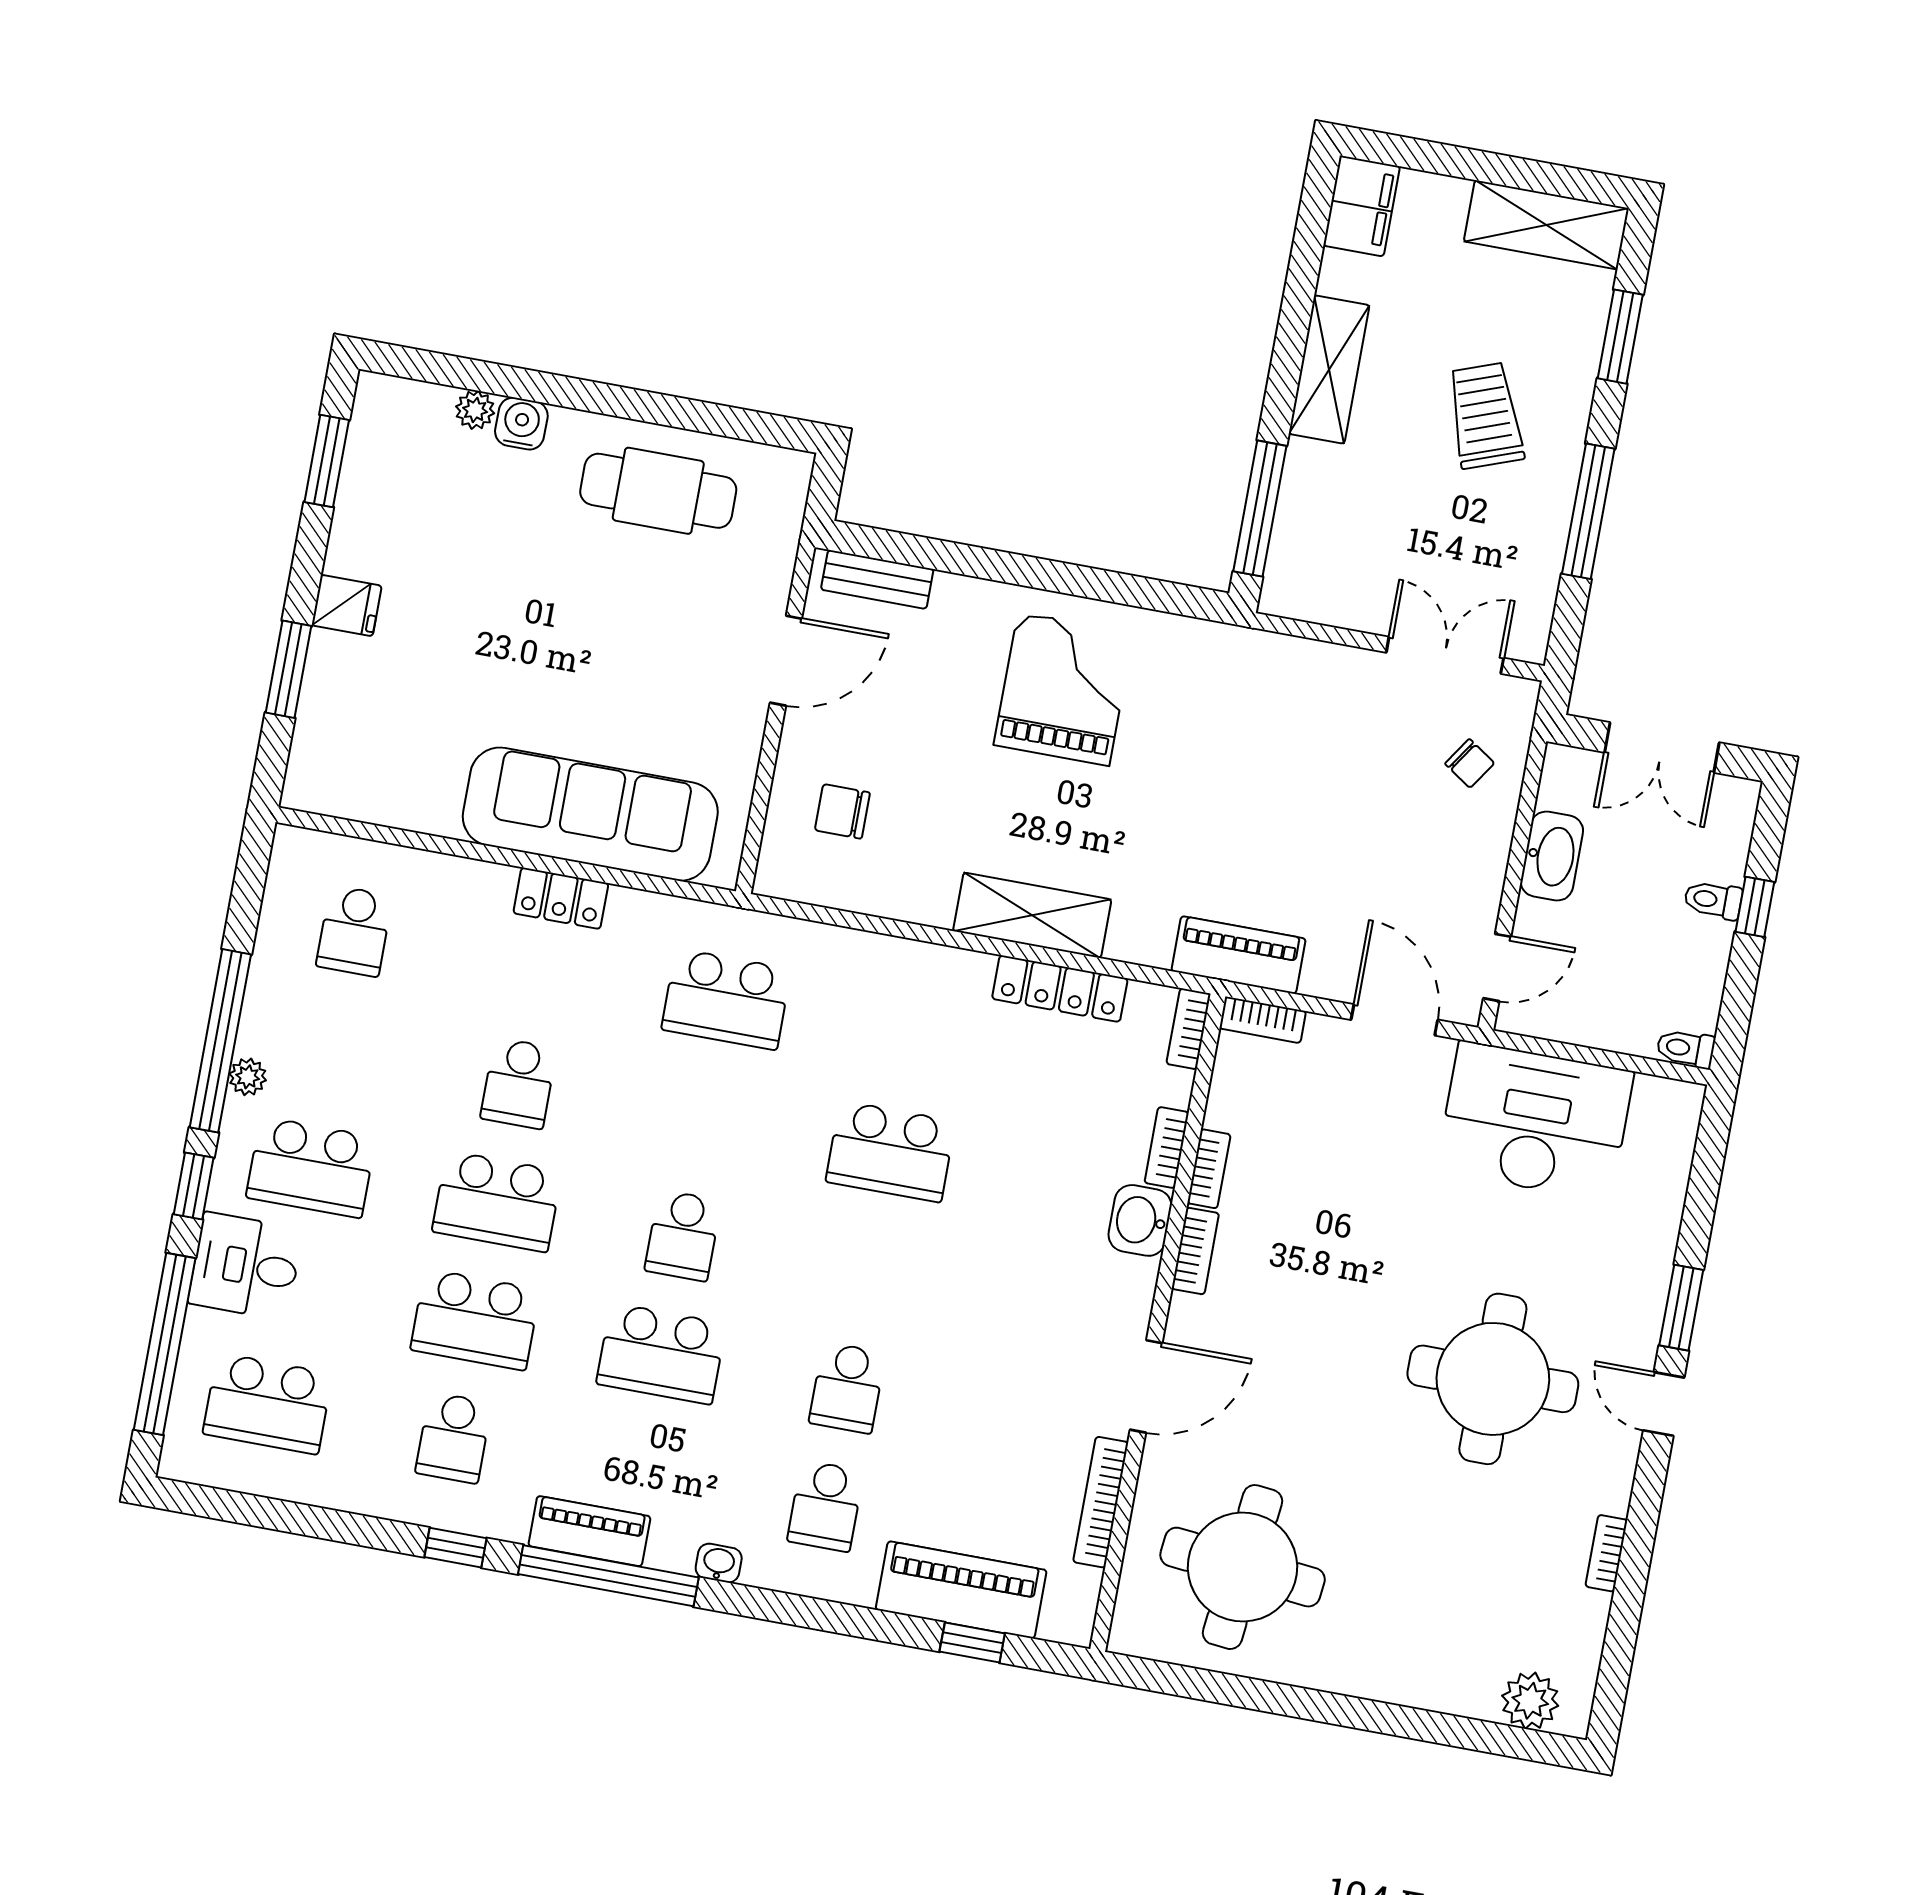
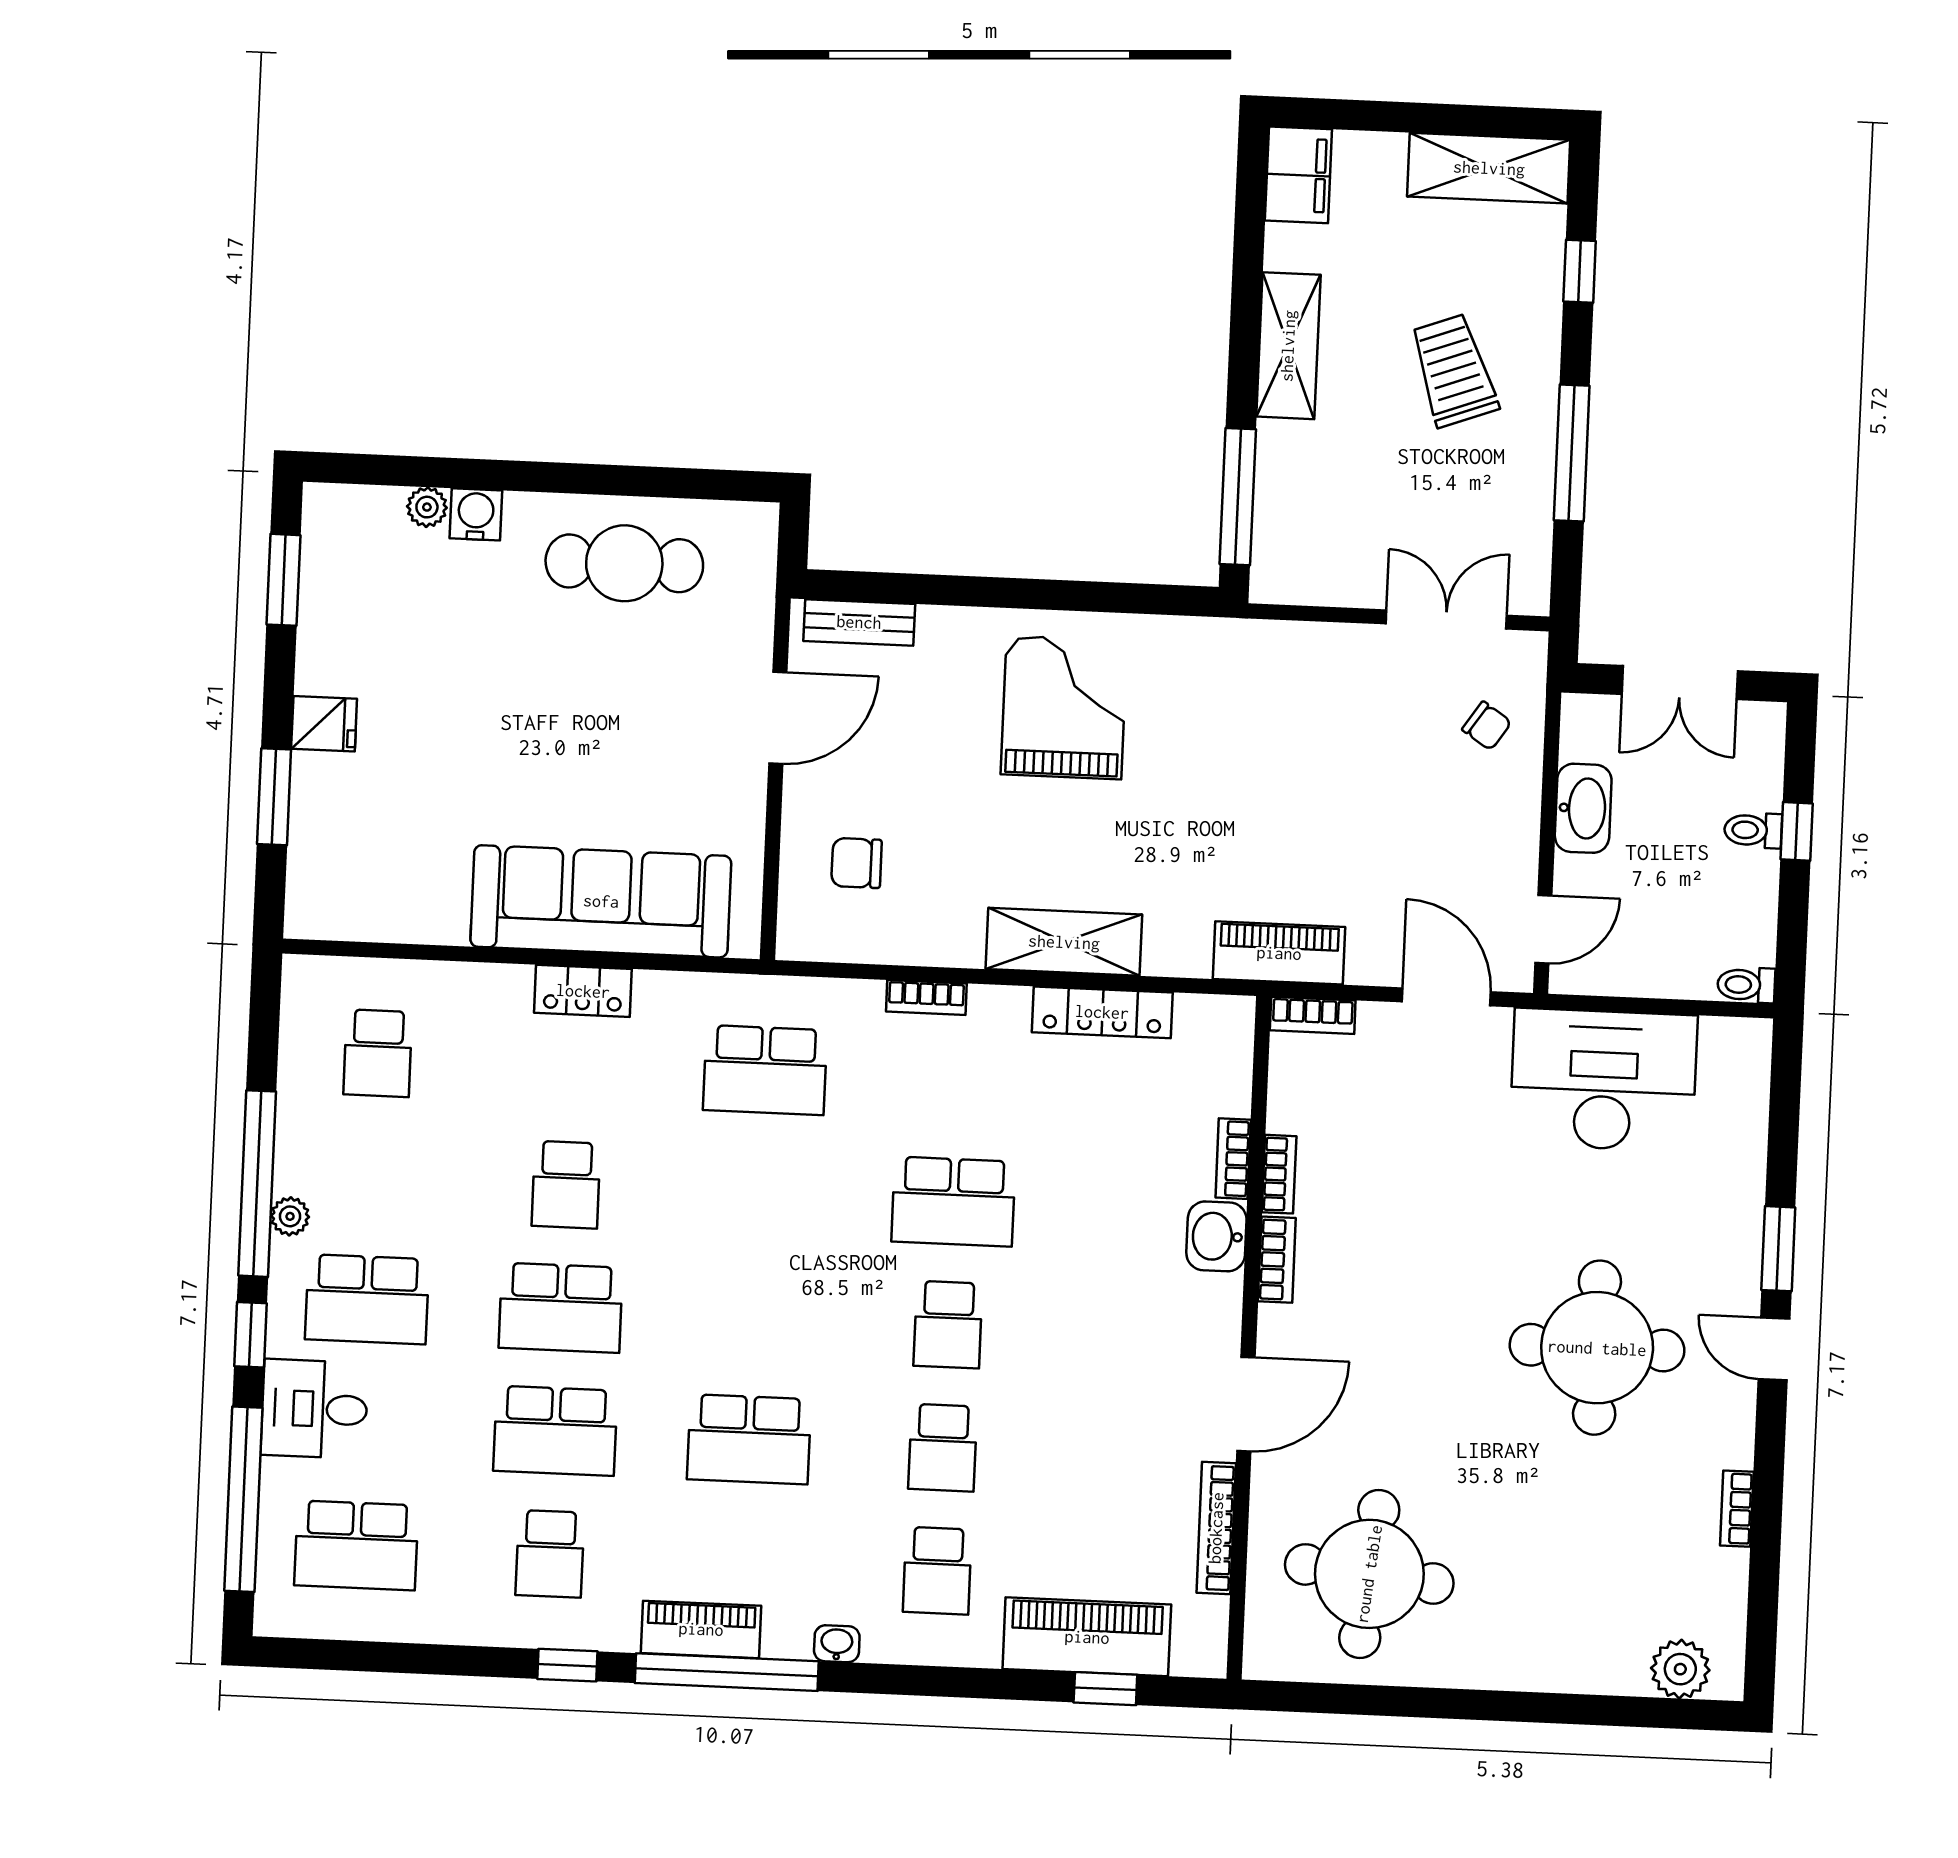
window: (1620, 337) -> (1580, 271), width x0.67
bookcase: (1189, 1029) -> (926, 998), moved, turned -90
school desk: (683, 1236) -> (948, 1325), moved

